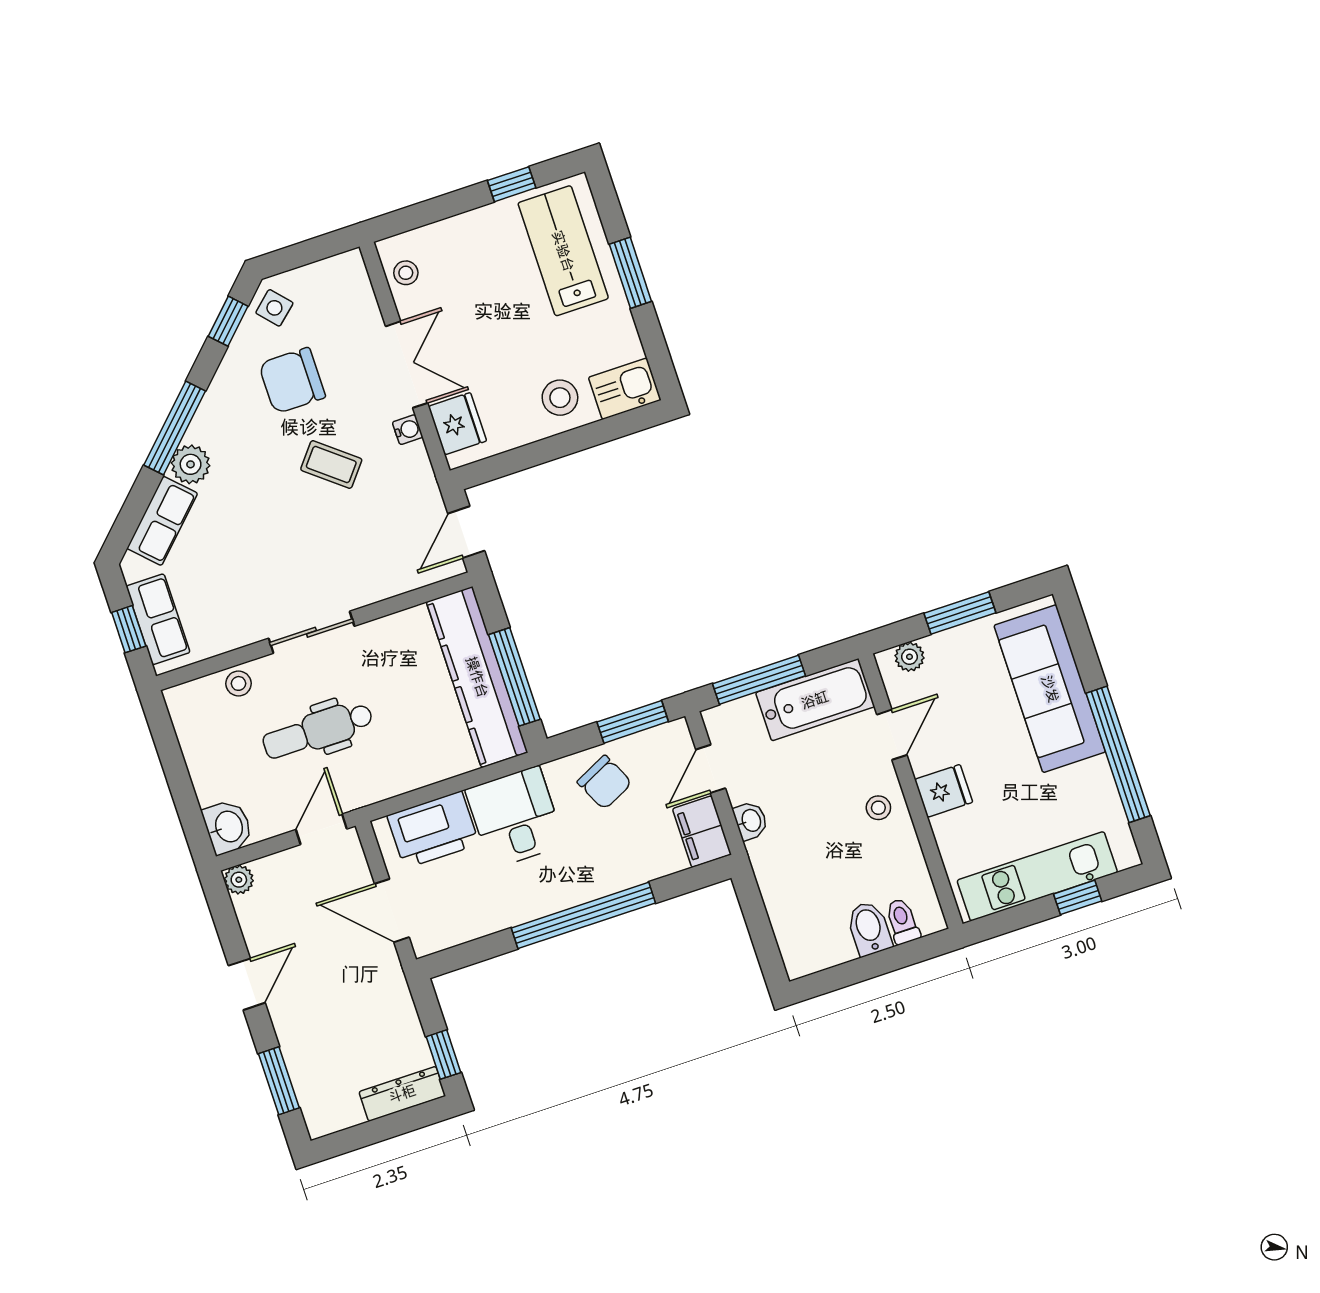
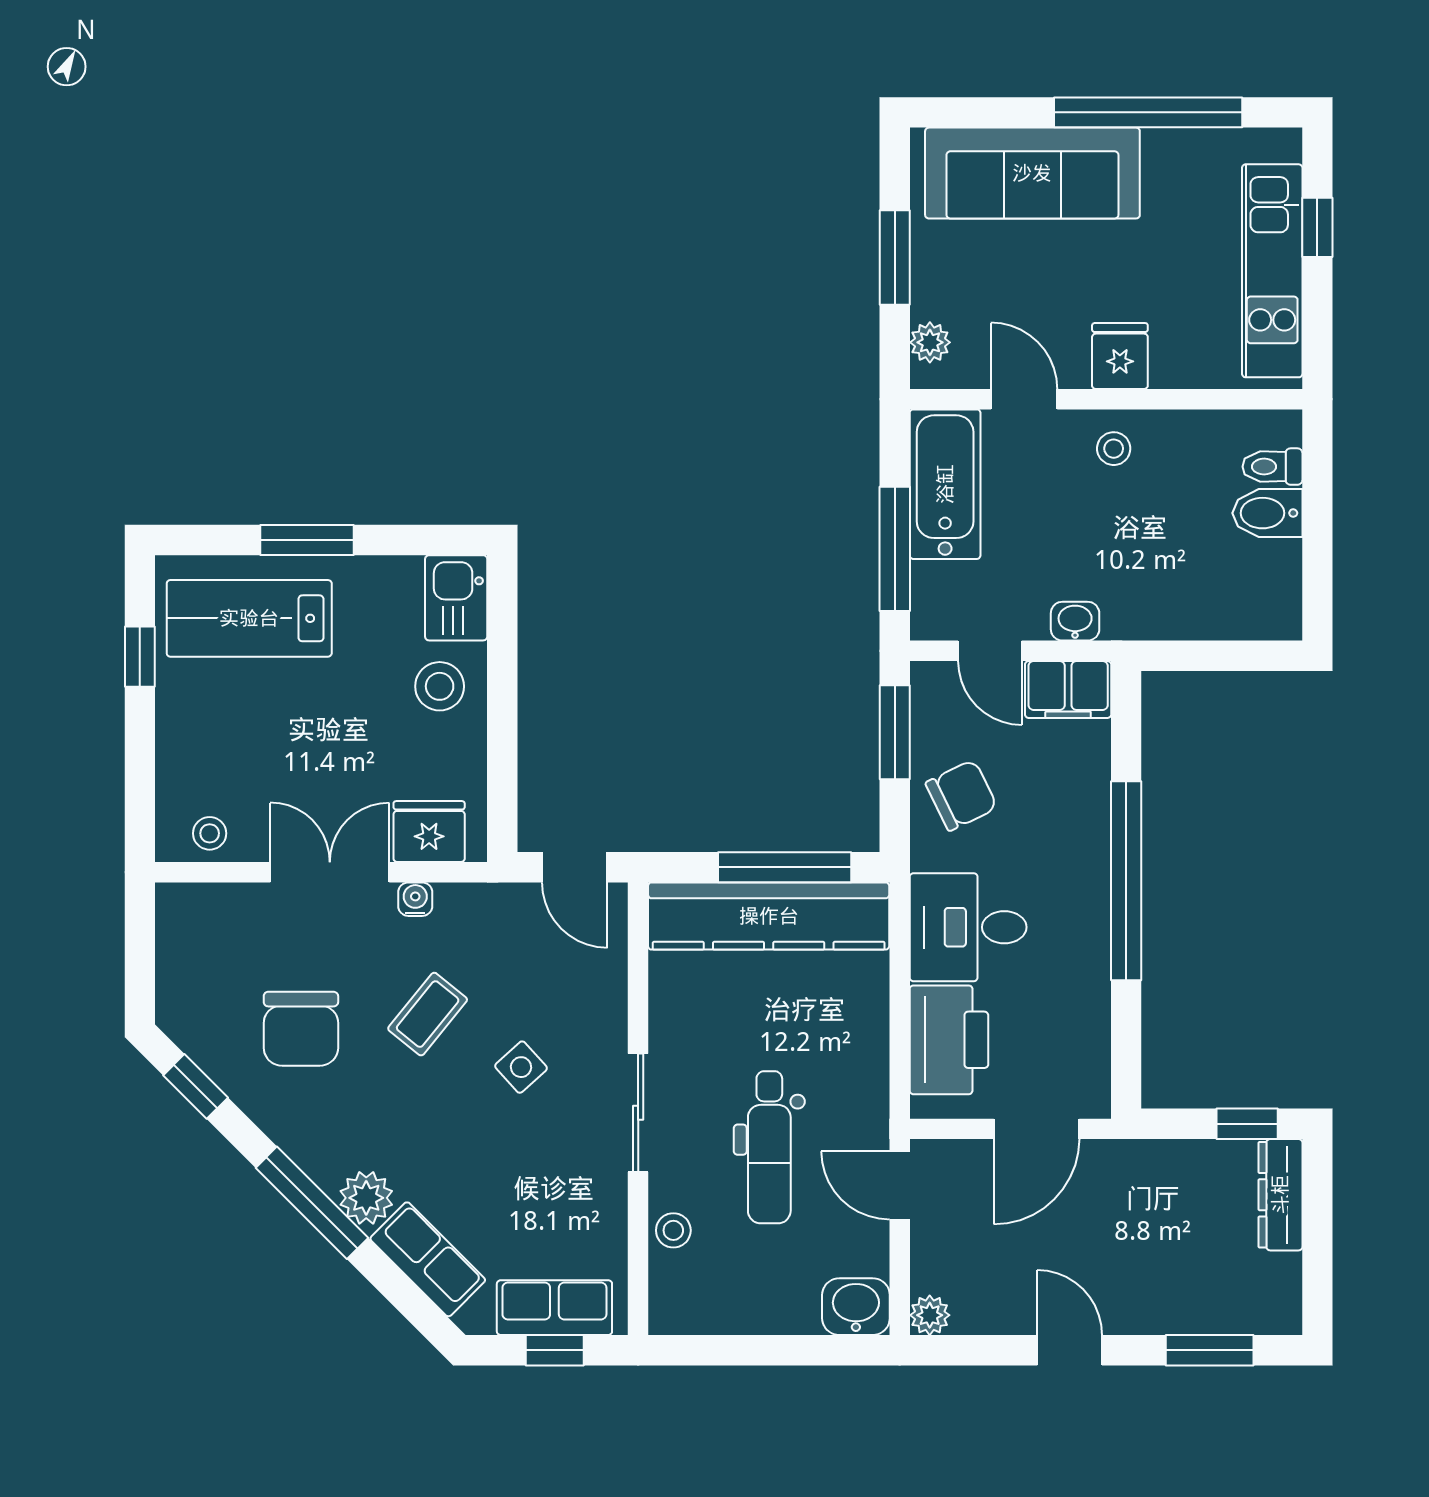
side table: (274, 308) -> (521, 1067), moved

